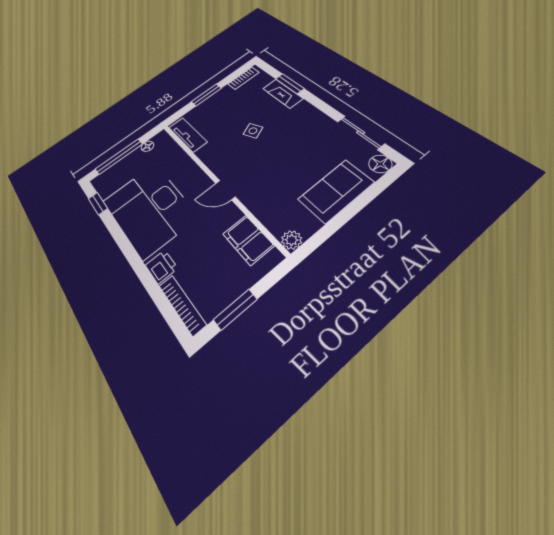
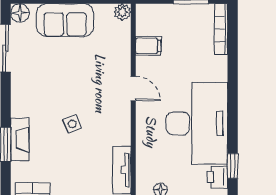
filing cabinet: (248, 240) -> (148, 46), width x0.50
printer: (161, 267) -> (217, 177), moved

